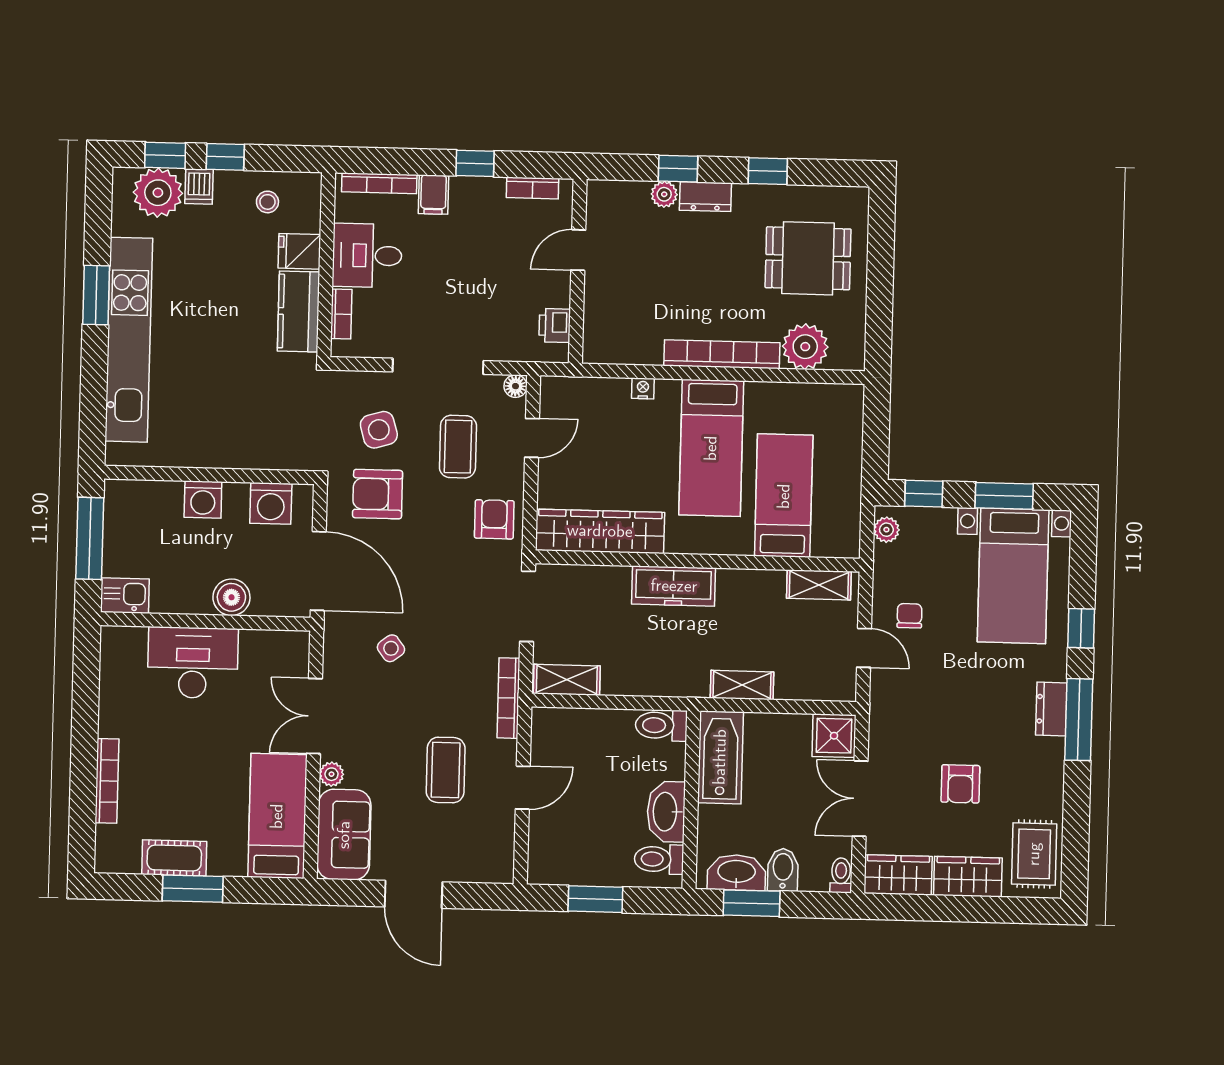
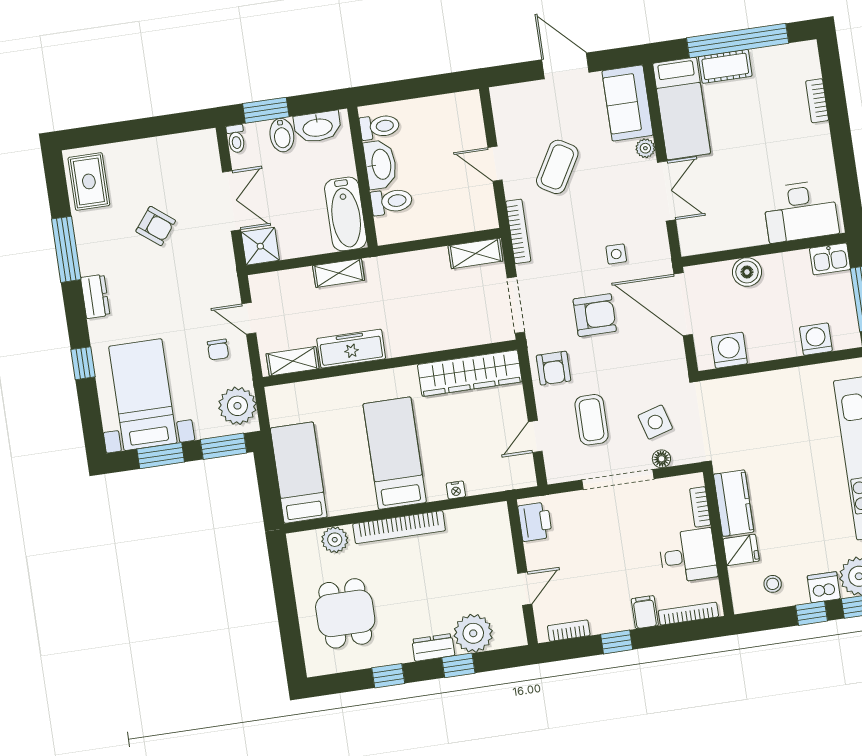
dishwasher: (199, 186) -> (824, 587), width x1.38
plant: (664, 194) -> (473, 633), width x1.87, depth x1.87
dining table: (808, 258) -> (345, 613), turned 90
printer: (555, 325) -> (535, 522), width x1.36, depth x1.24
plant: (805, 347) -> (335, 540), width x0.73, depth x0.73
floor lamp: (515, 386) -> (661, 459), moved
armchair: (378, 494) -> (595, 315), moved
window: (924, 494) -> (223, 446), width x1.50
bed: (784, 496) -> (299, 473), moved, turned 180
washing machine: (203, 500) -> (816, 339), moved
plant: (886, 530) -> (237, 406), width x1.87, depth x1.87
freezer: (674, 586) -> (351, 349), moved
side table: (391, 648) -> (616, 254), turned 37
desk: (193, 663) -> (801, 211), moved
window: (1079, 720) -> (66, 249), moved
toilet: (661, 725) -> (392, 201), moved
coffee table: (446, 770) -> (557, 167), turned 30
bookcase: (107, 781) -> (817, 101), width x0.64
armchair: (960, 784) -> (156, 226), turned 128
door: (523, 788) -> (495, 164), hinge flipped
cot: (174, 858) -> (725, 66), moved
wardrobe: (898, 875) -> (192, 147), removed
wardrobe: (968, 877) -> (137, 155), removed
window: (193, 889) -> (738, 41), width x2.11
window: (595, 899) -> (423, 87), removed
window: (752, 903) -> (266, 110), moved

